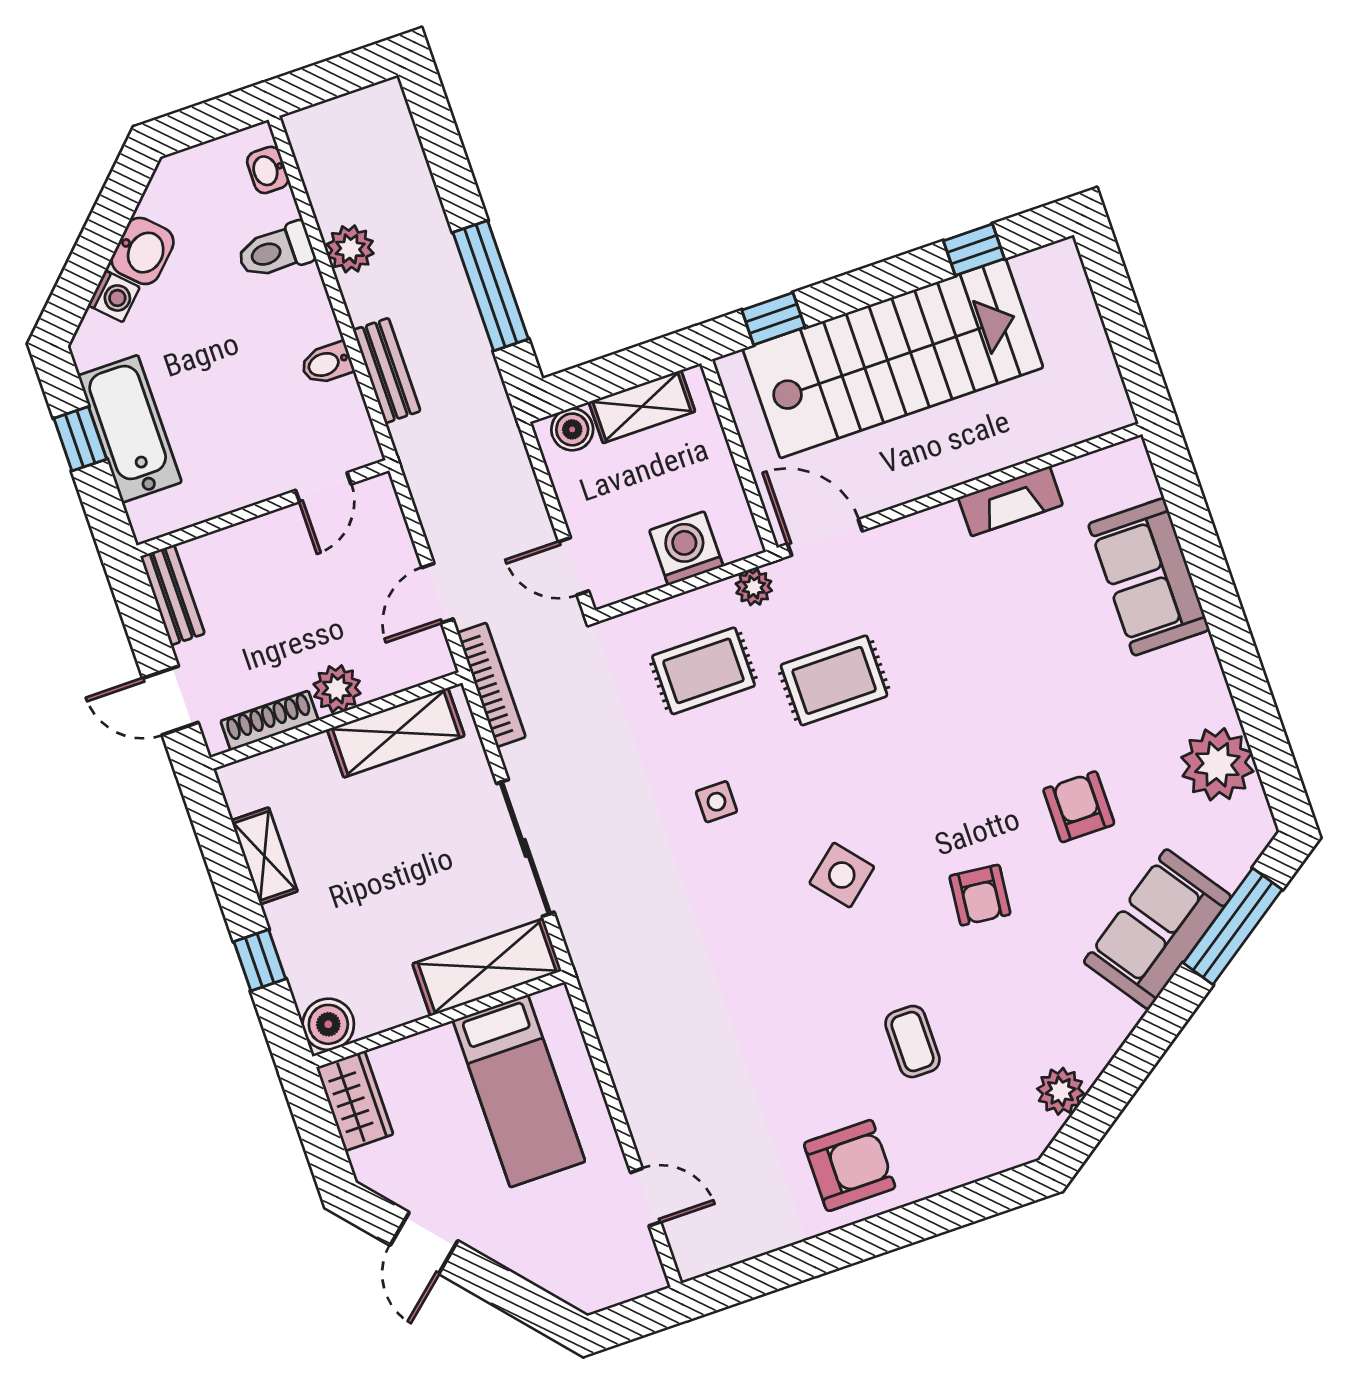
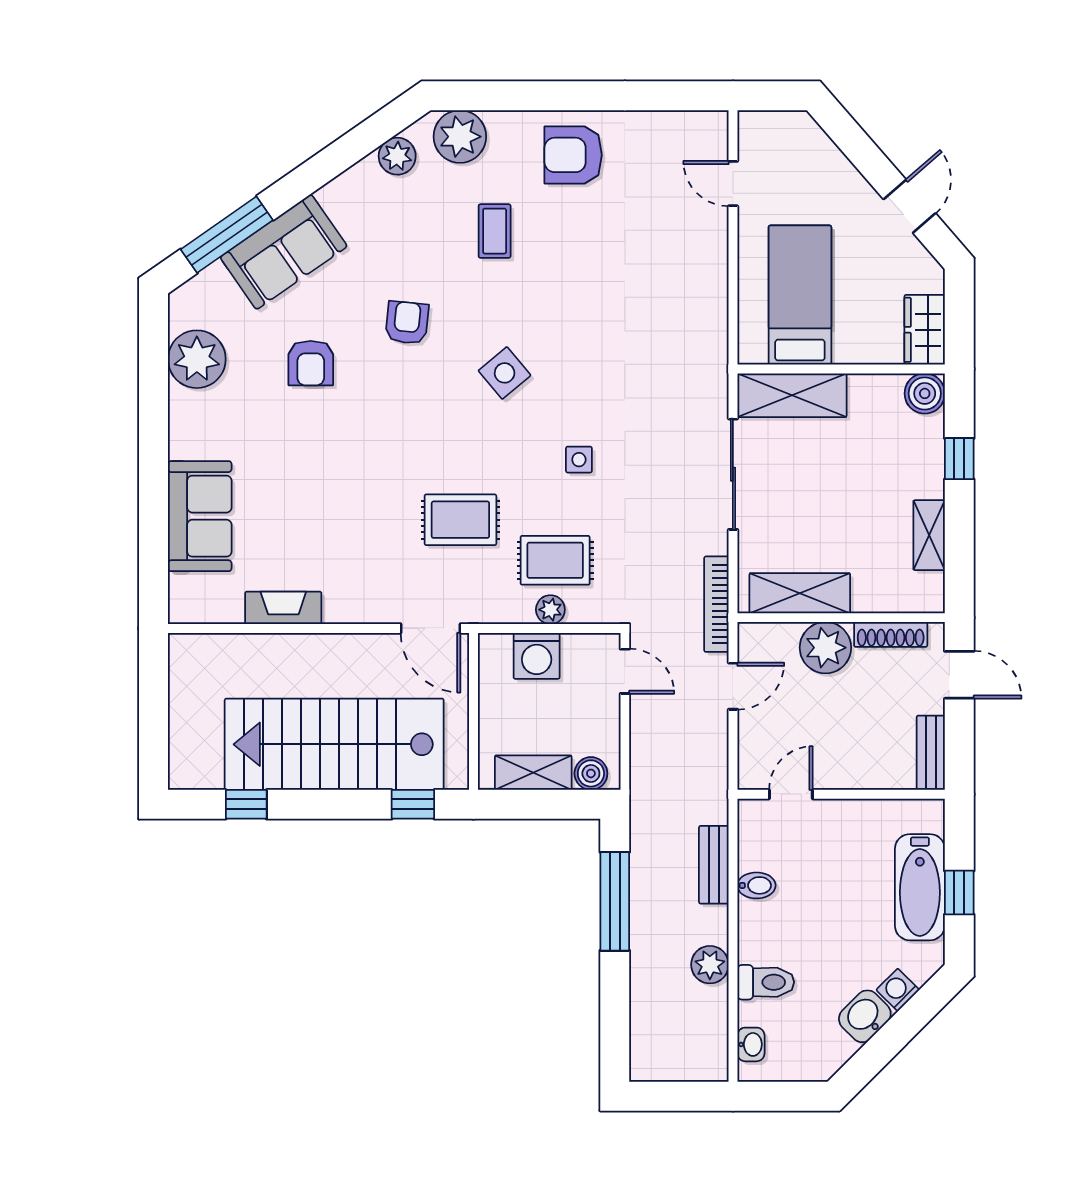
plant: (754, 587) -> (550, 610), moved
plant: (337, 689) -> (825, 648), width x1.36, depth x1.36
plant: (993, 1141) -> (460, 137), added

